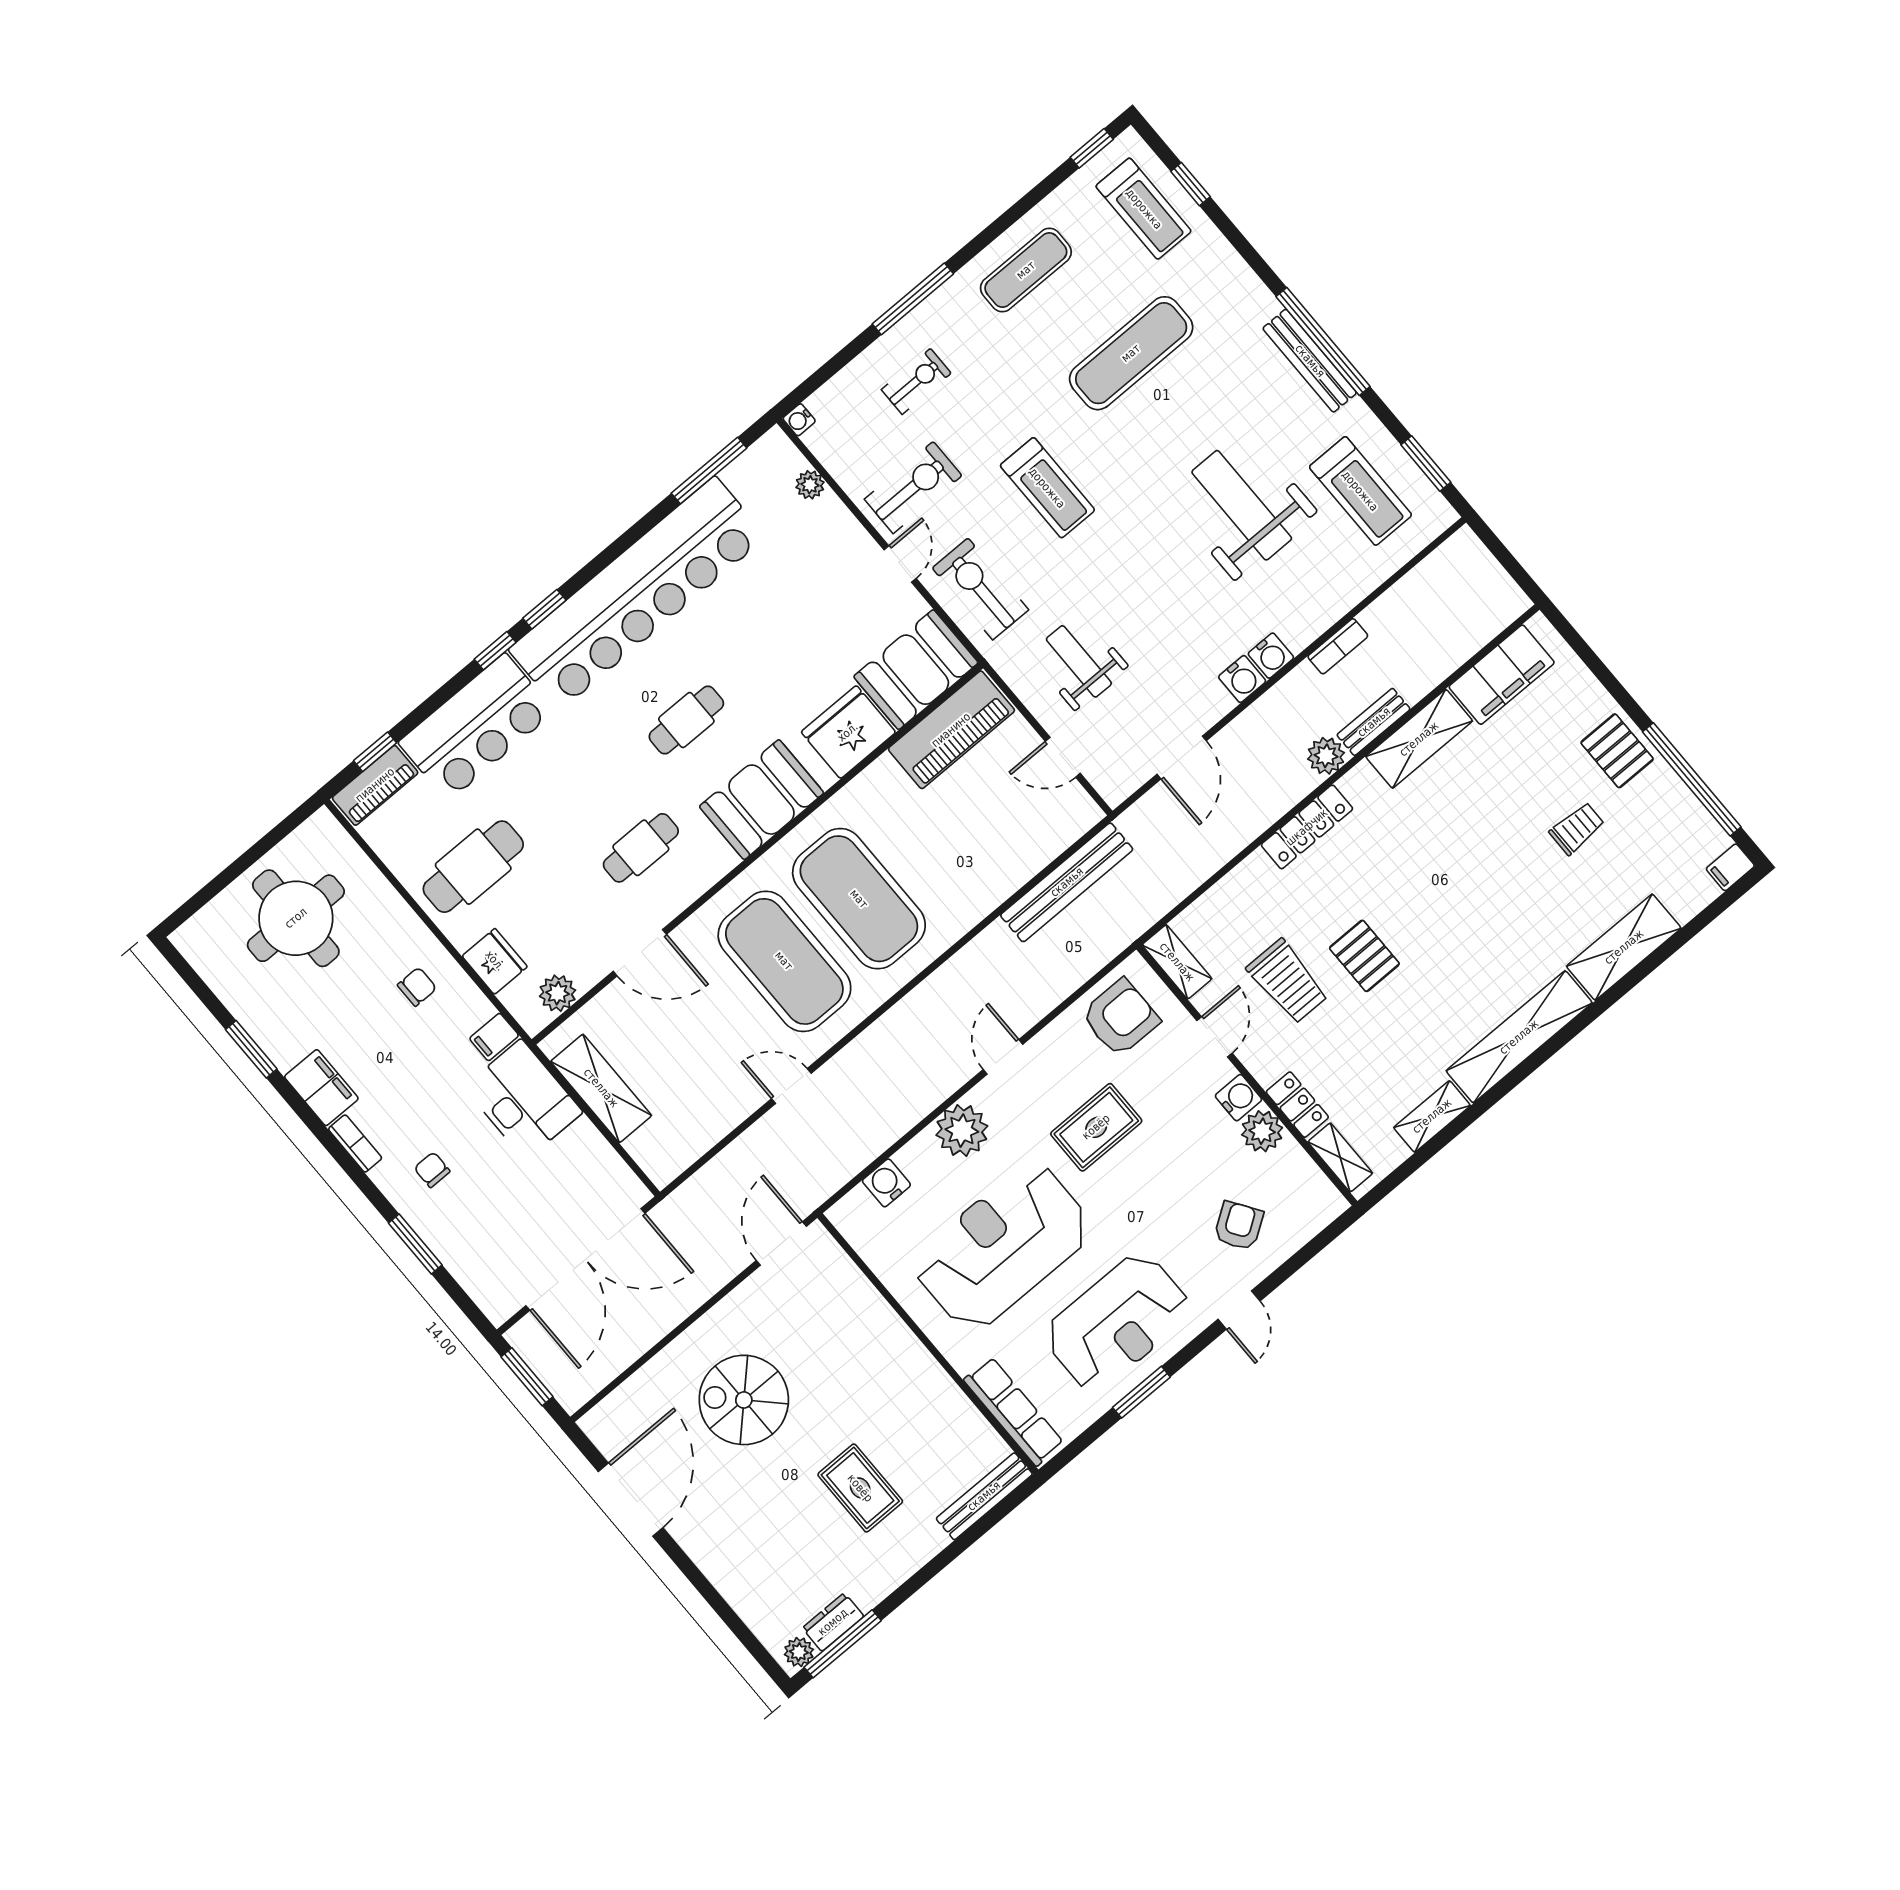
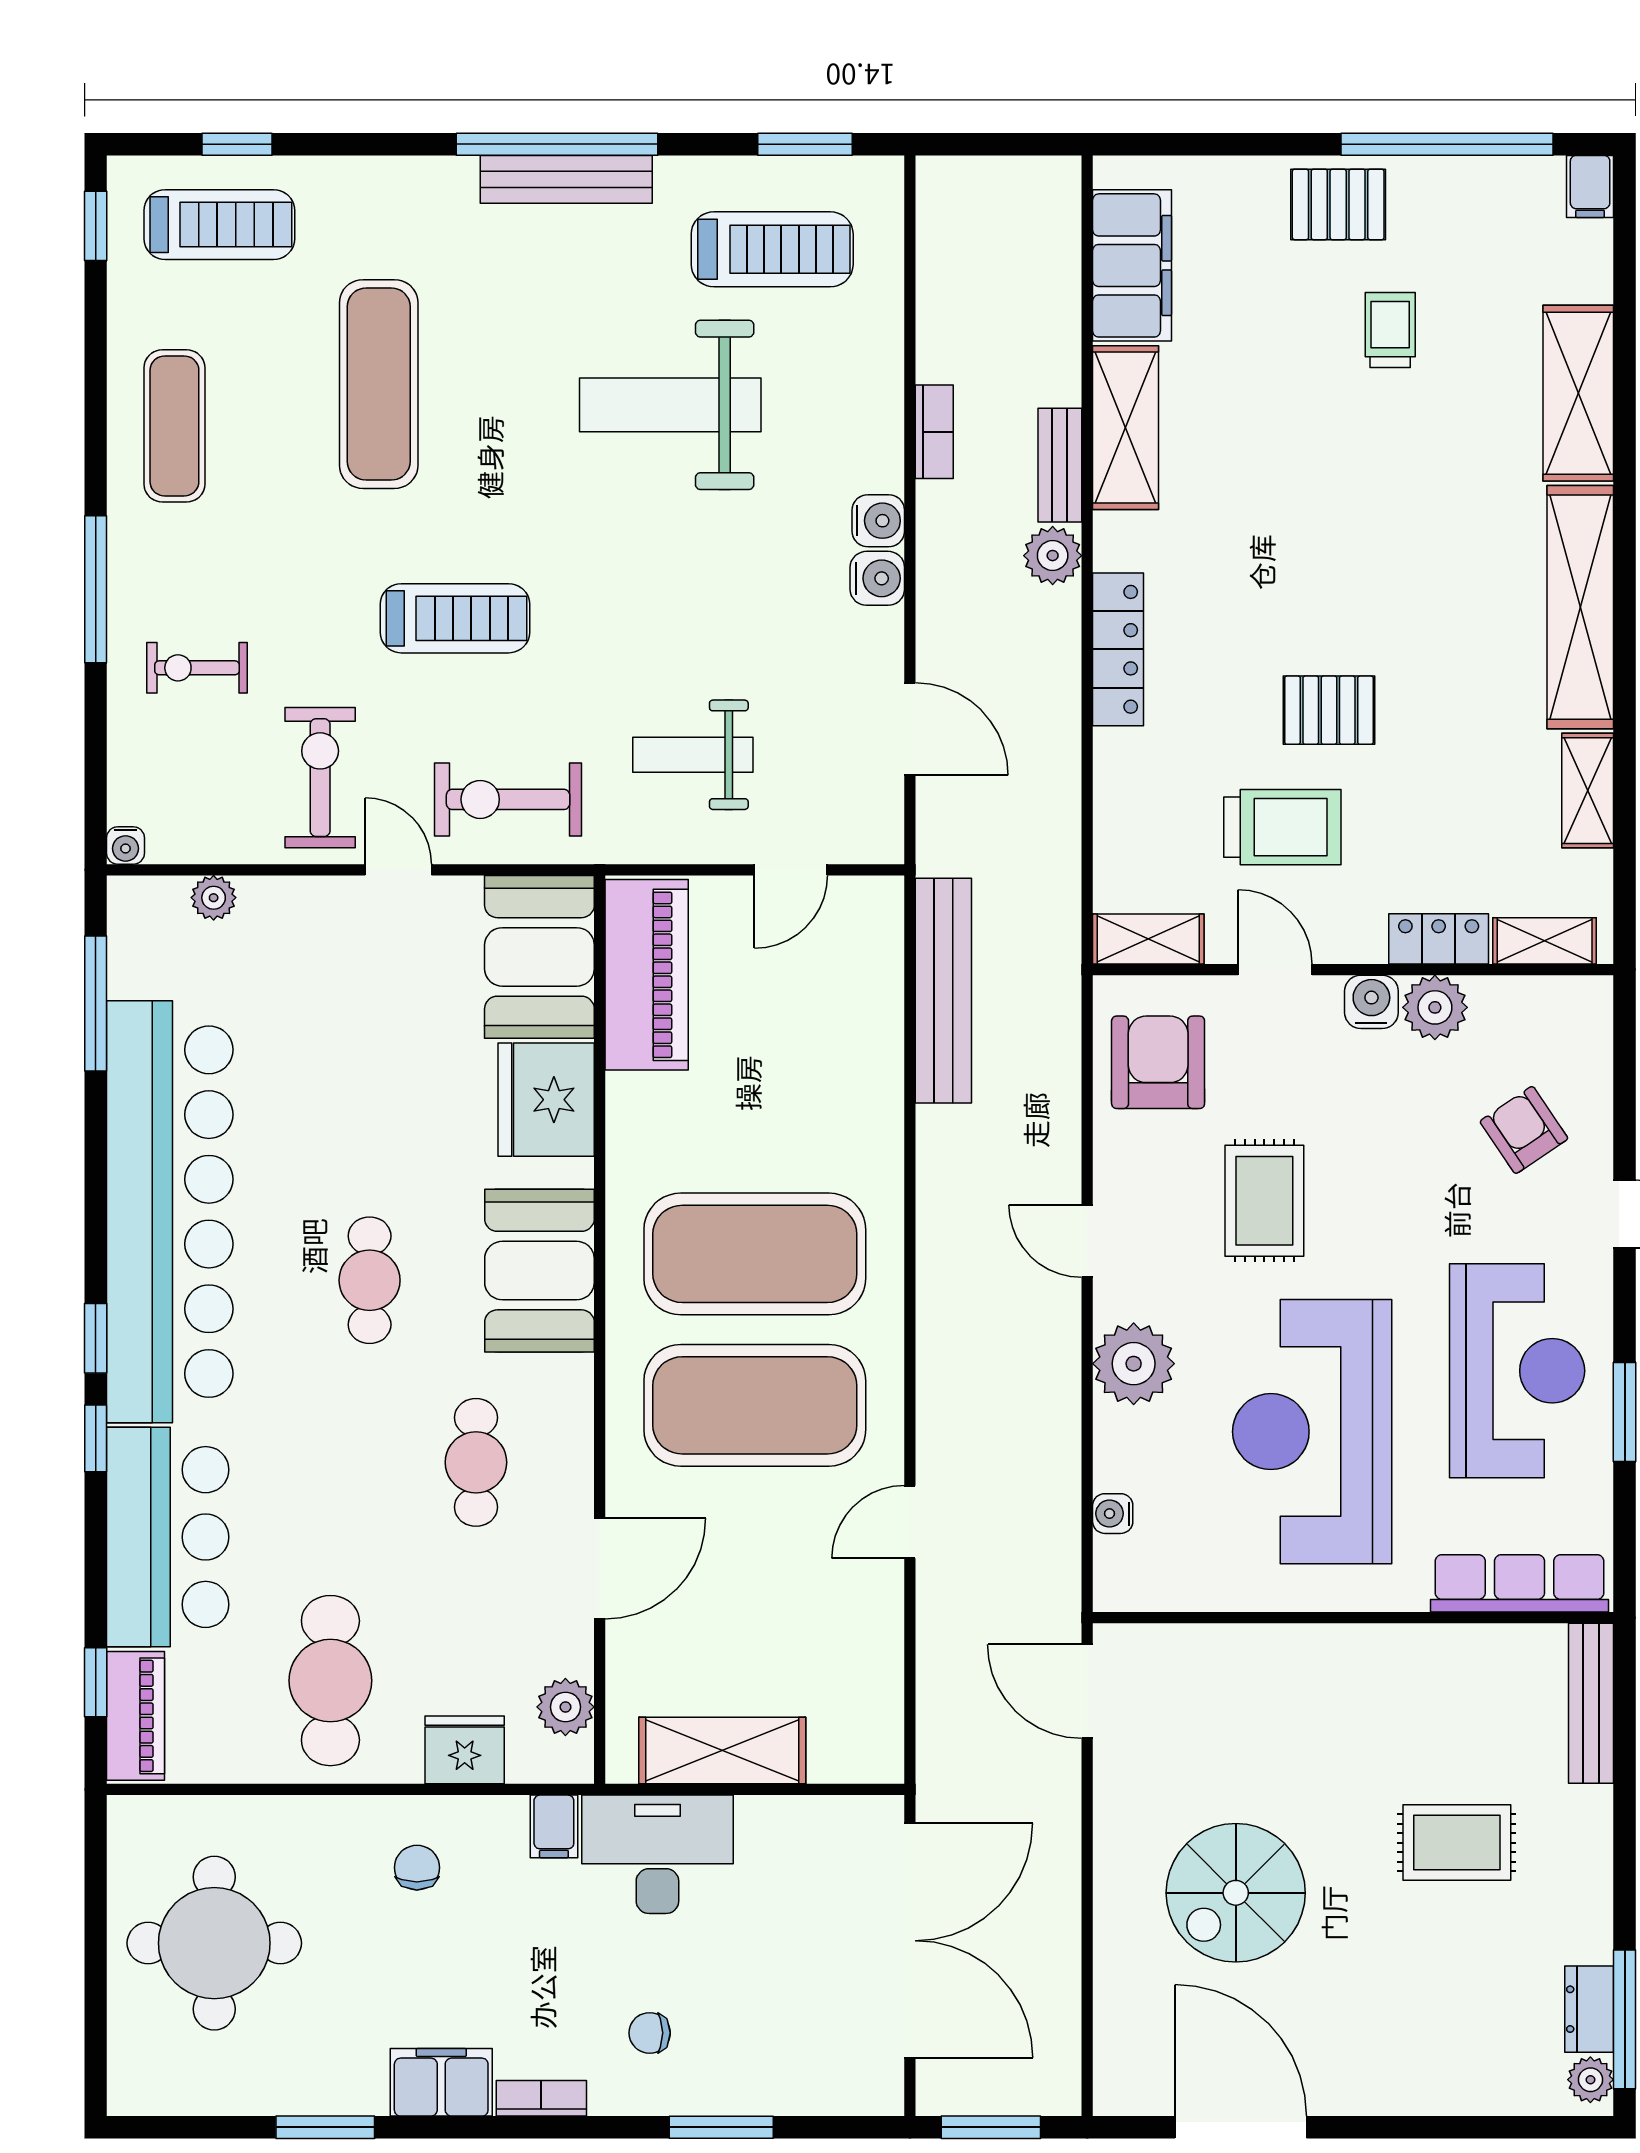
exercise bike: (916, 381) -> (197, 668), turned -90
water cooler: (886, 1183) -> (1113, 1514), width x0.72, depth x0.72

